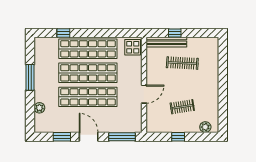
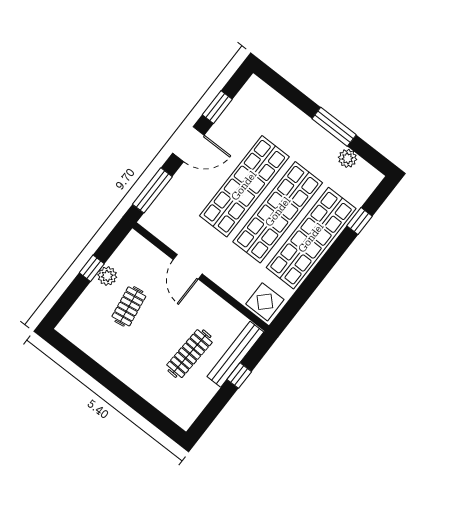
plant: (39, 108) -> (348, 158), moved
plant: (205, 127) -> (107, 276), moved

